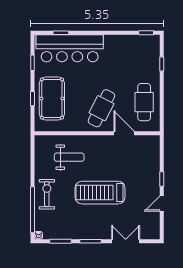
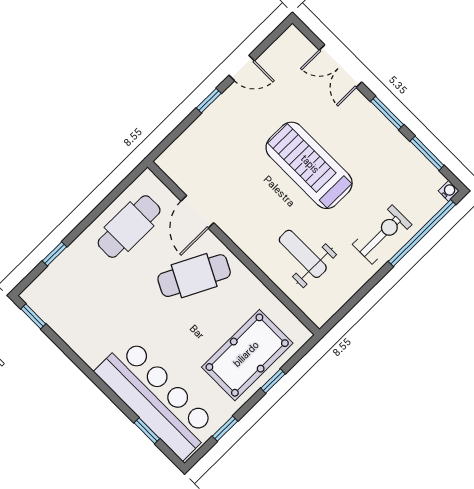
treadmill: (100, 193) -> (309, 165), turned 180
exercise bike: (47, 194) -> (382, 234), turned 180

